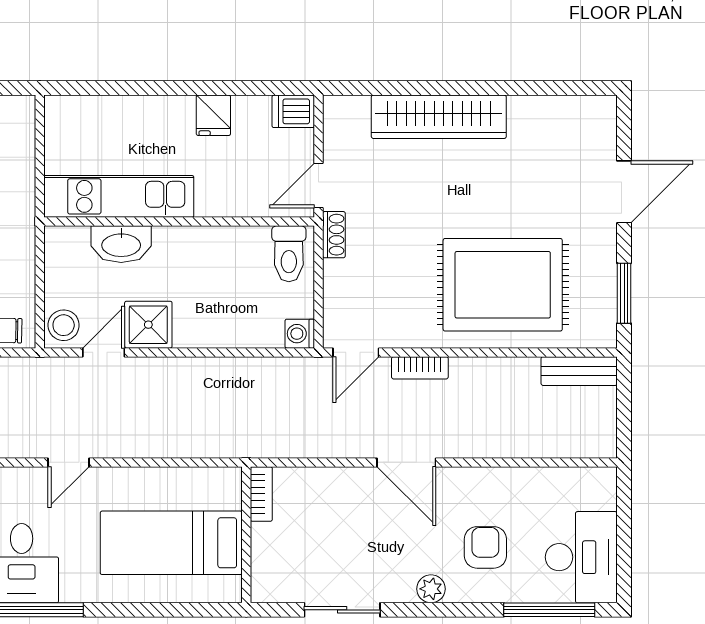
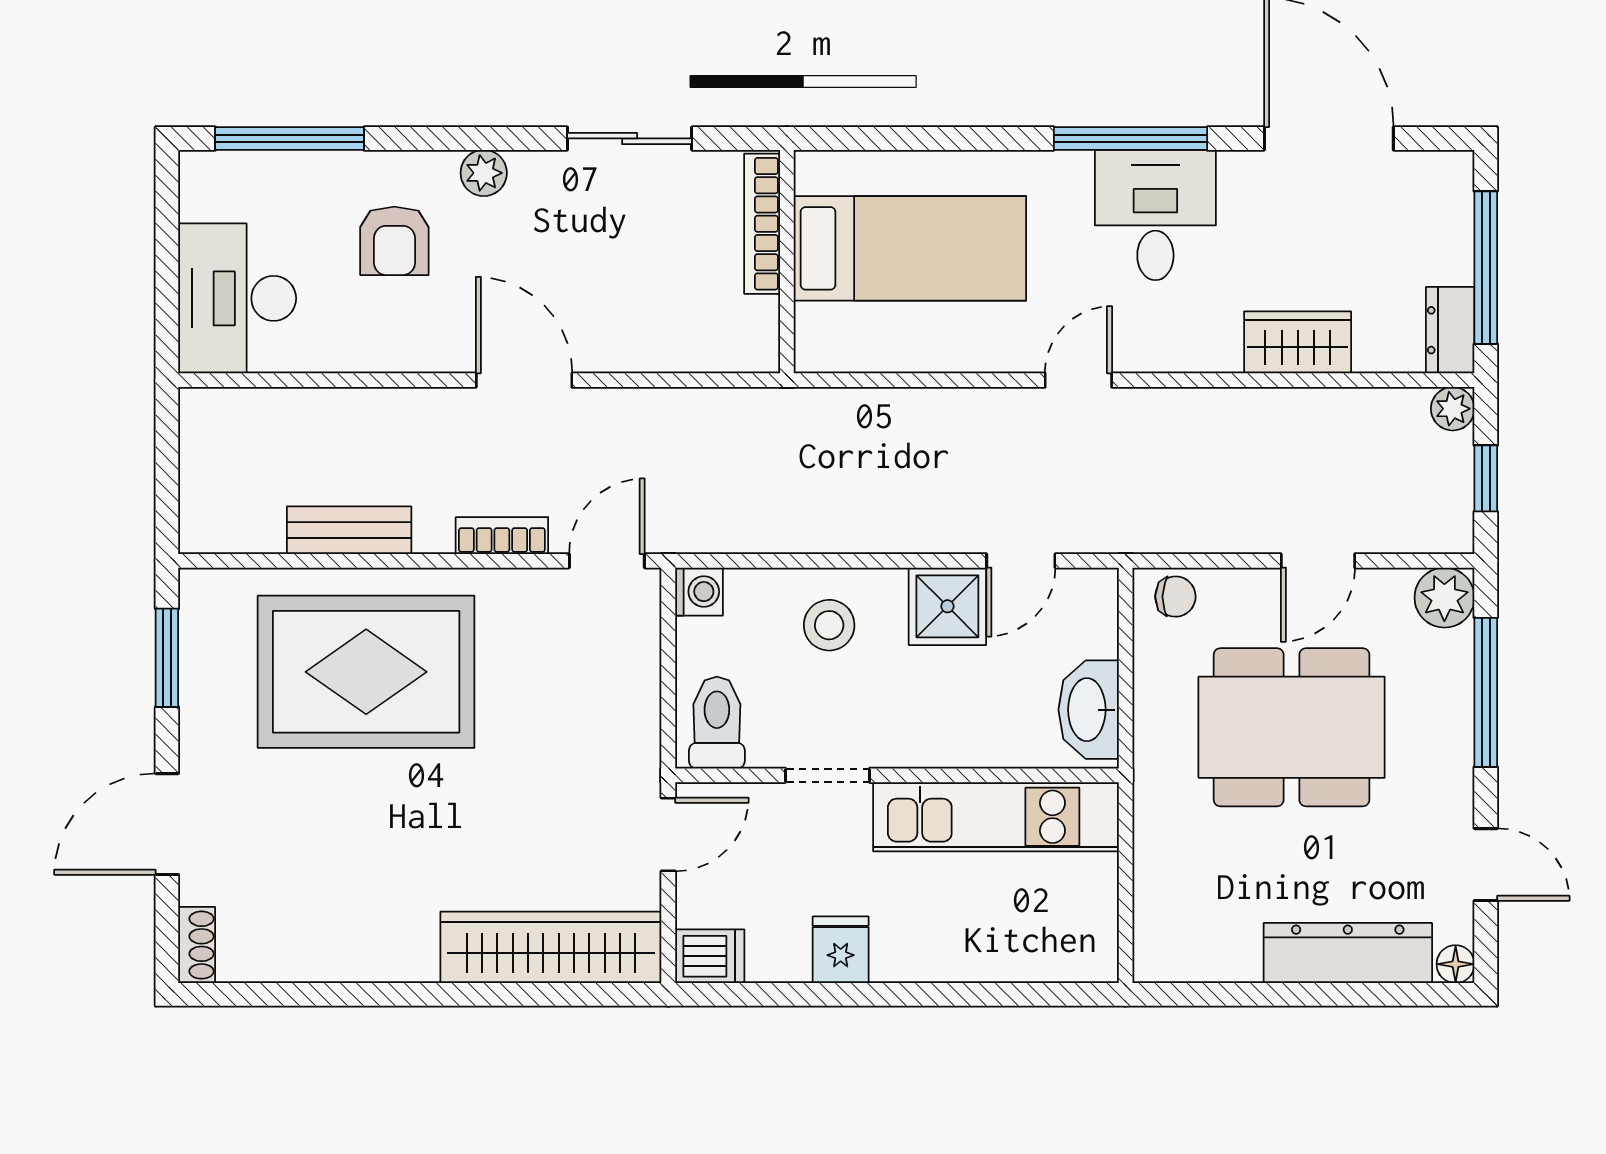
wardrobe: (439, 117) -> (551, 947), moved
doorway: (221, 222) -> (828, 775), added
shoe rack: (334, 235) -> (197, 945), moved, turned 180
washbasin: (121, 244) -> (1089, 710), moved, turned -90
stool: (64, 325) -> (829, 625), moved
bench: (579, 371) -> (349, 530), moved
bookcase: (261, 494) -> (762, 224), moved, width x1.56
desk: (581, 557) -> (237, 298), moved

